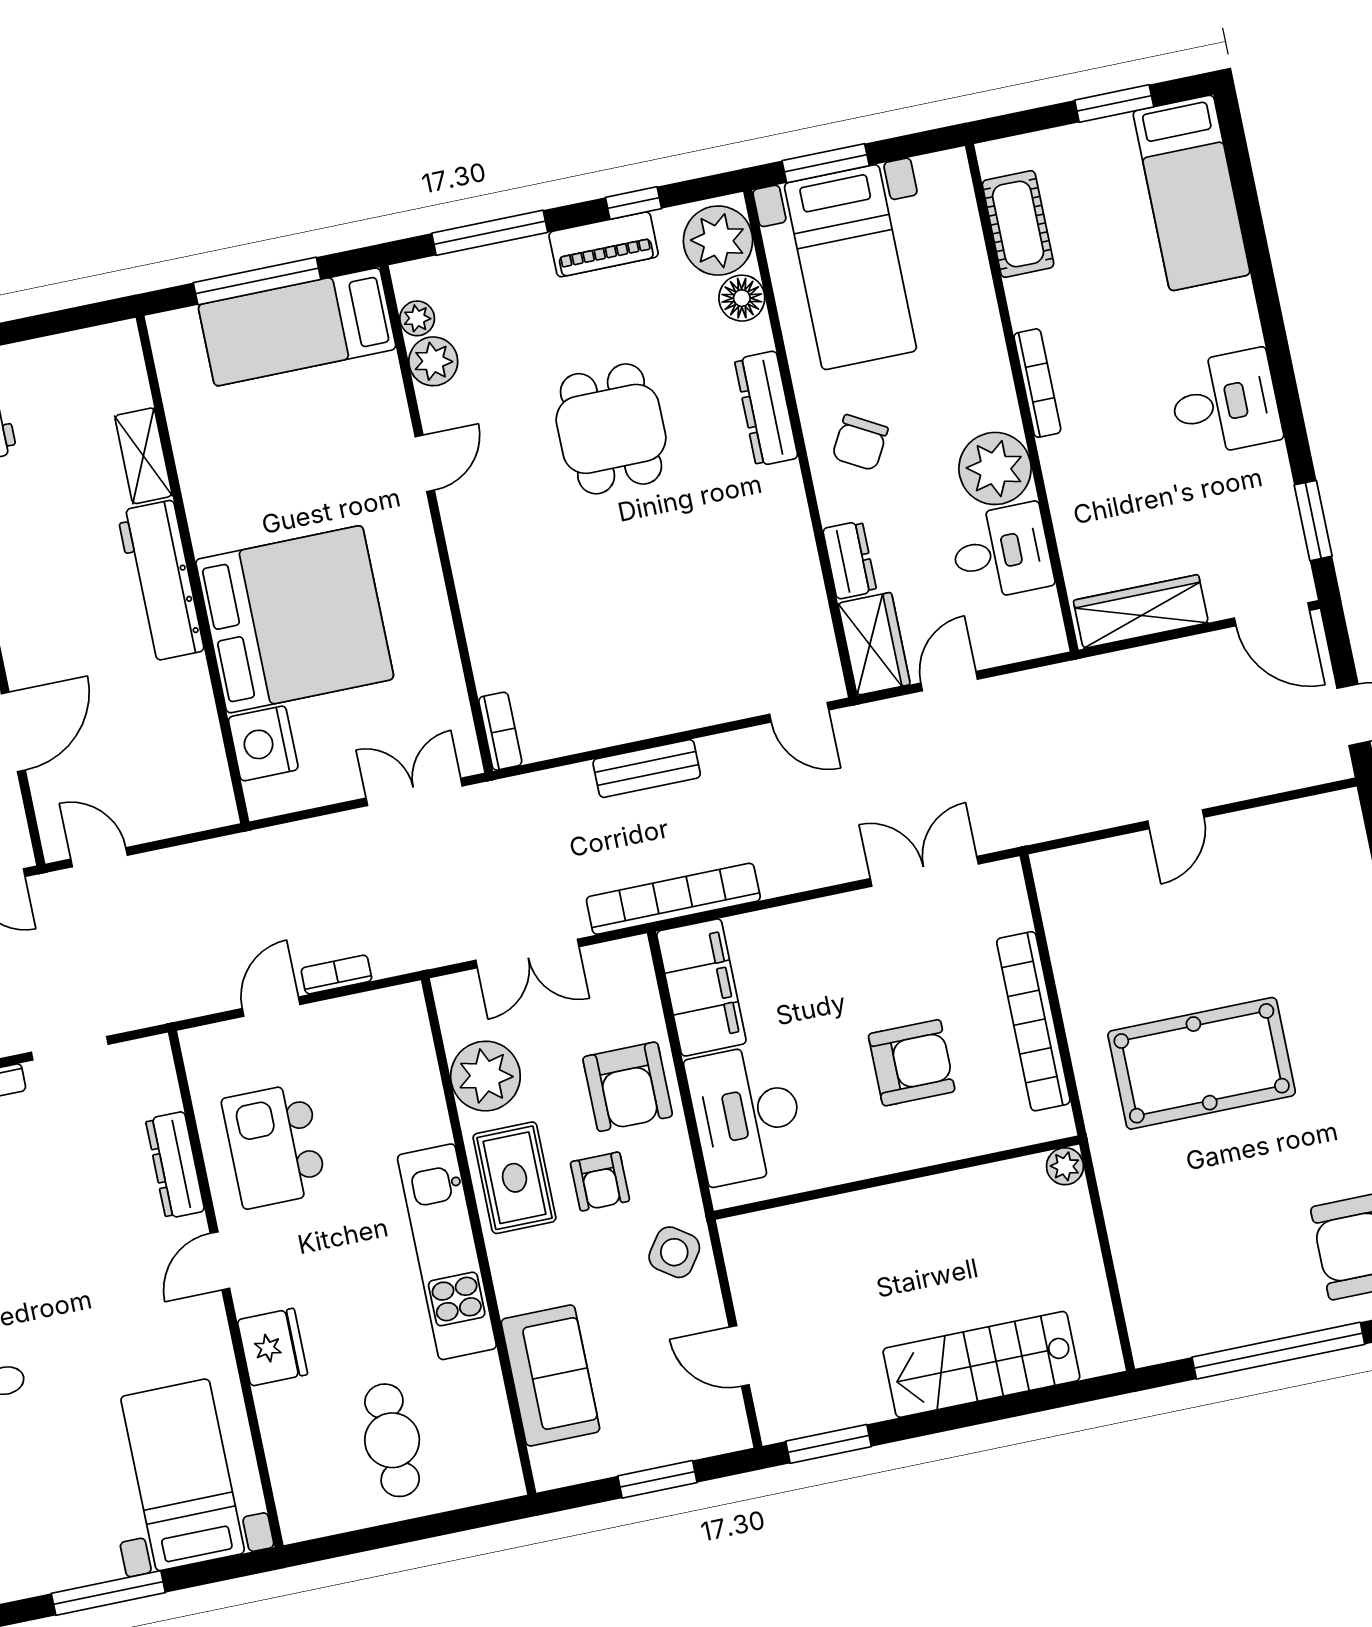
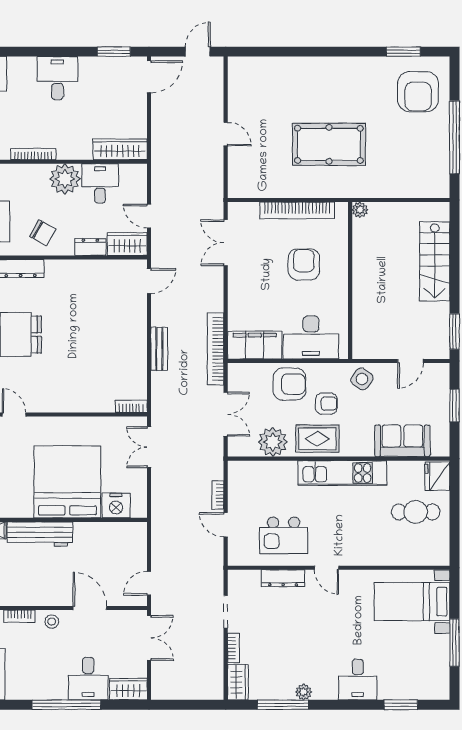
wardrobe: (1141, 612) -> (120, 149), moved, turned 90
pool table: (1202, 1063) -> (329, 144), turned 90
fridge: (272, 1347) -> (437, 476), moved, turned -90

